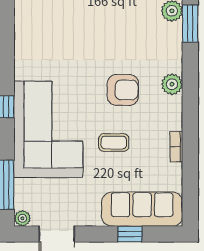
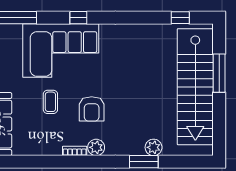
bookcase: (176, 147) -> (75, 151), moved

